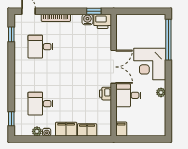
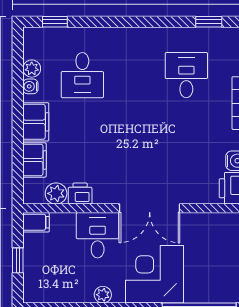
printer: (105, 94) -> (80, 194), moved
desk: (41, 104) -> (82, 75), turned 180
plant: (105, 118) -> (56, 193), added
window: (142, 139) -> (18, 260), added

